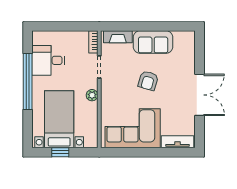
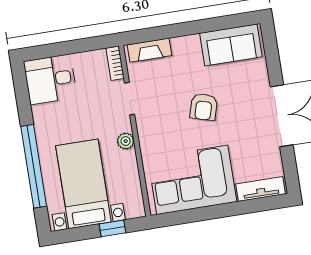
sofa: (153, 42) -> (231, 45), moved
desk: (48, 60) -> (50, 79), moved
window: (28, 82) -> (34, 166), moved
window: (60, 152) -> (112, 228), moved

